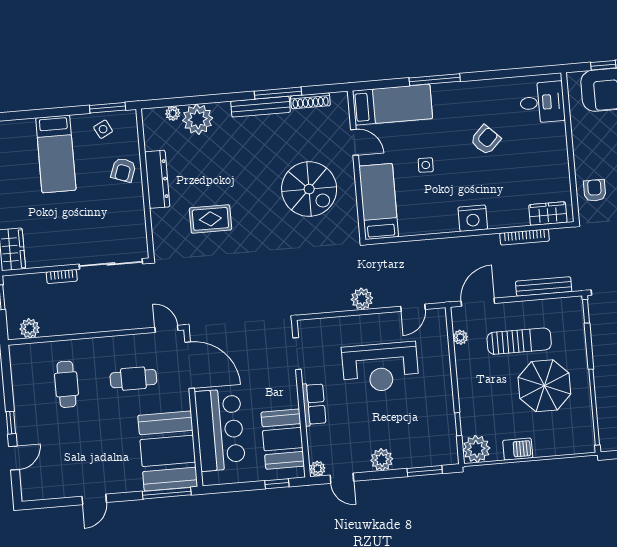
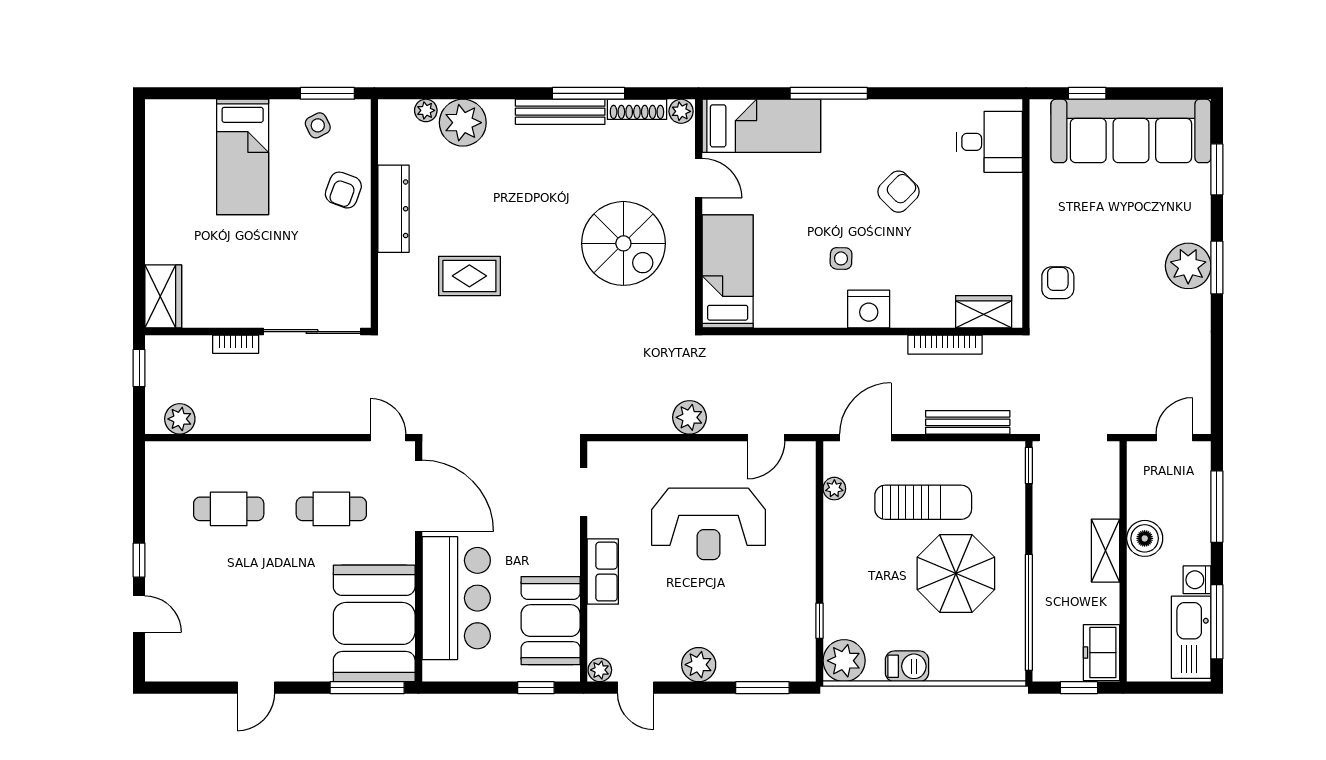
plant: (339, 100) -> (681, 111), added
side table: (426, 165) -> (841, 258), moved
cafe table: (66, 384) -> (229, 509), turned 90
door: (14, 458) -> (139, 614), hinge flipped

